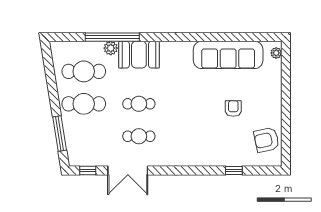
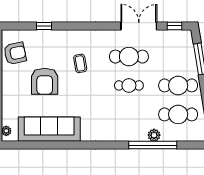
booth: (139, 55) -> (129, 129), removed
armchair: (233, 108) -> (45, 81), width x1.88, depth x1.88
coffee table: (193, 128) -> (80, 63), added
cafe table: (139, 136) -> (129, 57), width x1.37, depth x1.35

